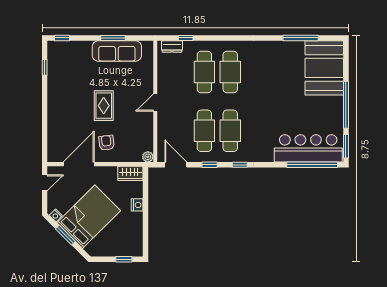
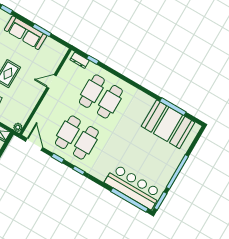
sofa: (117, 51) -> (25, 33), moved
booth: (324, 68) -> (168, 124), moved, turned 90
door: (155, 103) -> (51, 82), moved

